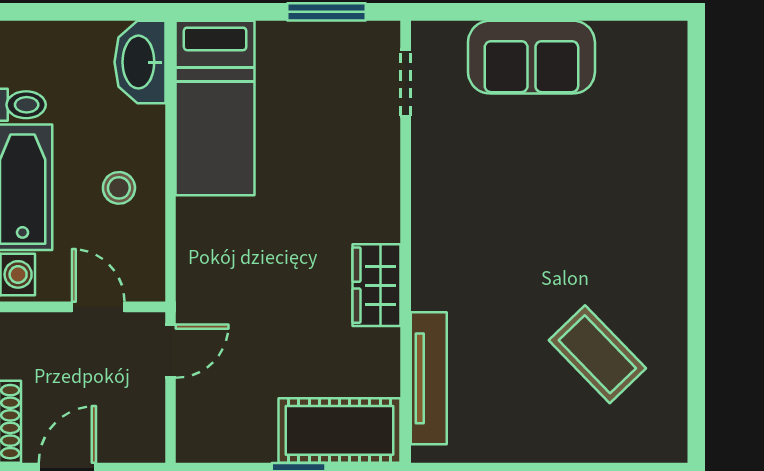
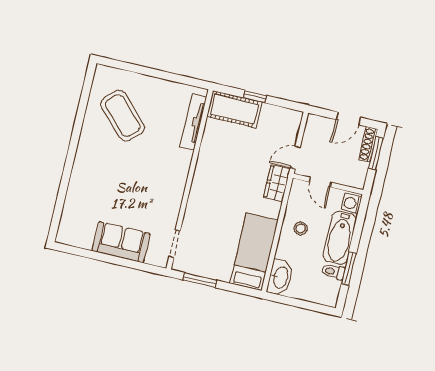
wardrobe: (376, 285) -> (277, 183), moved, turned 180
coffee table: (597, 354) -> (123, 116), width x1.36, depth x1.32

